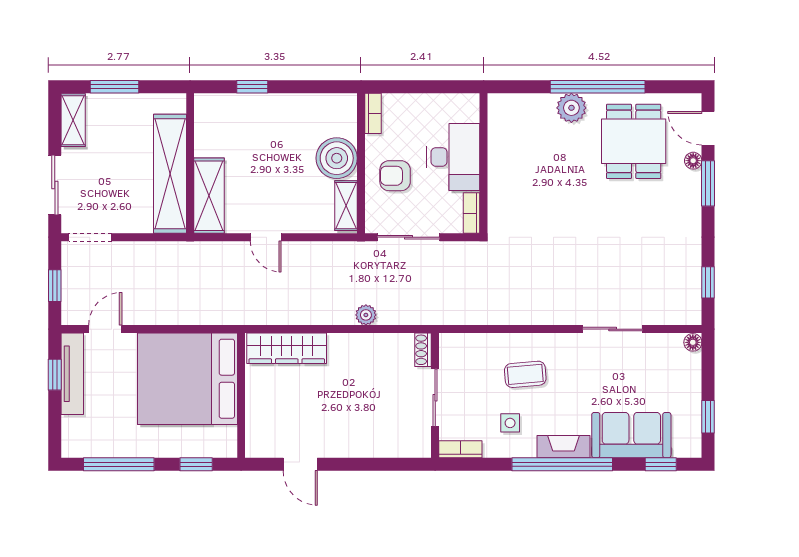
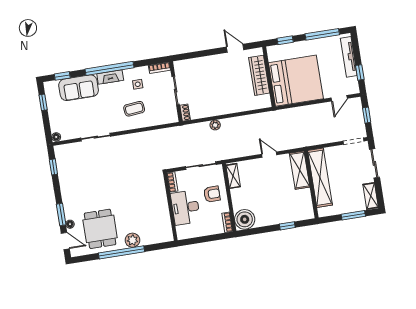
boiler: (337, 158) -> (245, 219), moved
wardrobe: (287, 348) -> (259, 75), moved, turned -90
tv unit: (72, 374) -> (349, 57), moved

